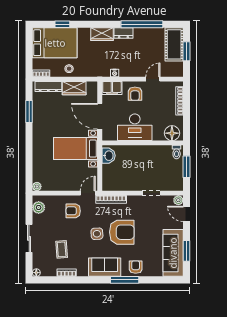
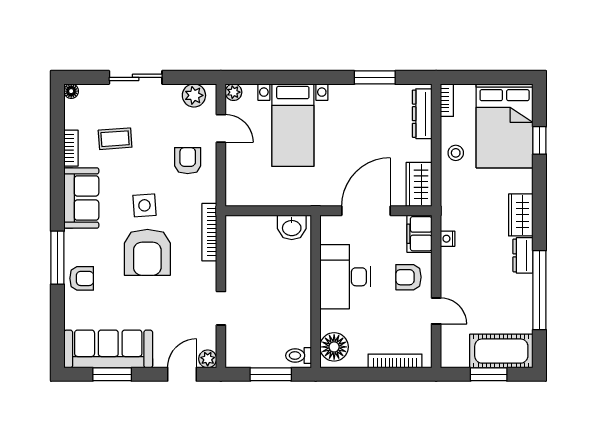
wardrobe: (74, 88) -> (419, 184), moved
bed with nightstands: (76, 149) -> (293, 125), moved, turned 180
door: (88, 193) -> (221, 128), moved
sofa: (105, 267) -> (81, 198), moved

